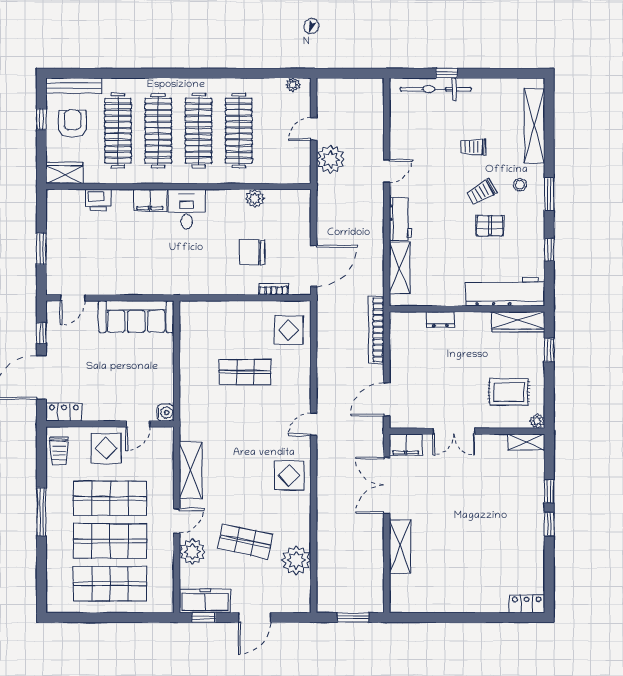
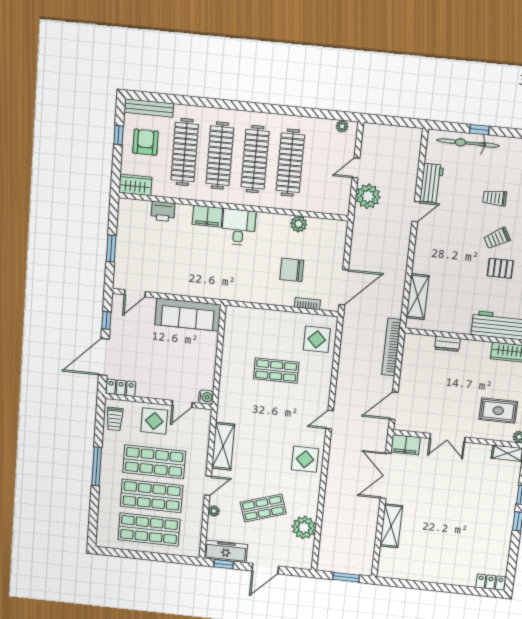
workbench: (400, 219) -> (432, 183), moved
shop shelf: (245, 541) -> (263, 508), turned -30
plant: (192, 552) -> (214, 511), width x0.53, depth x0.53

